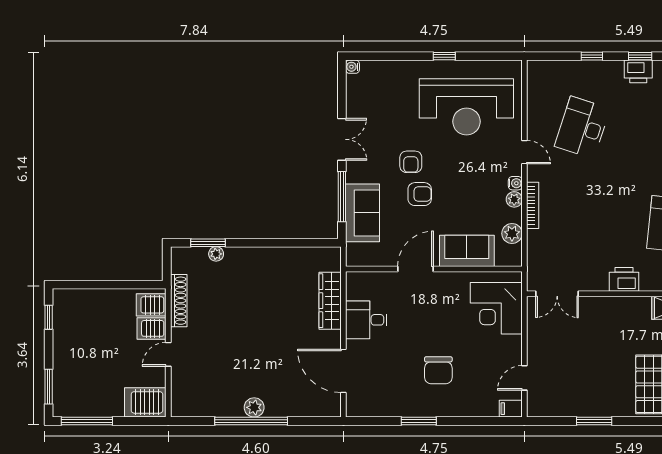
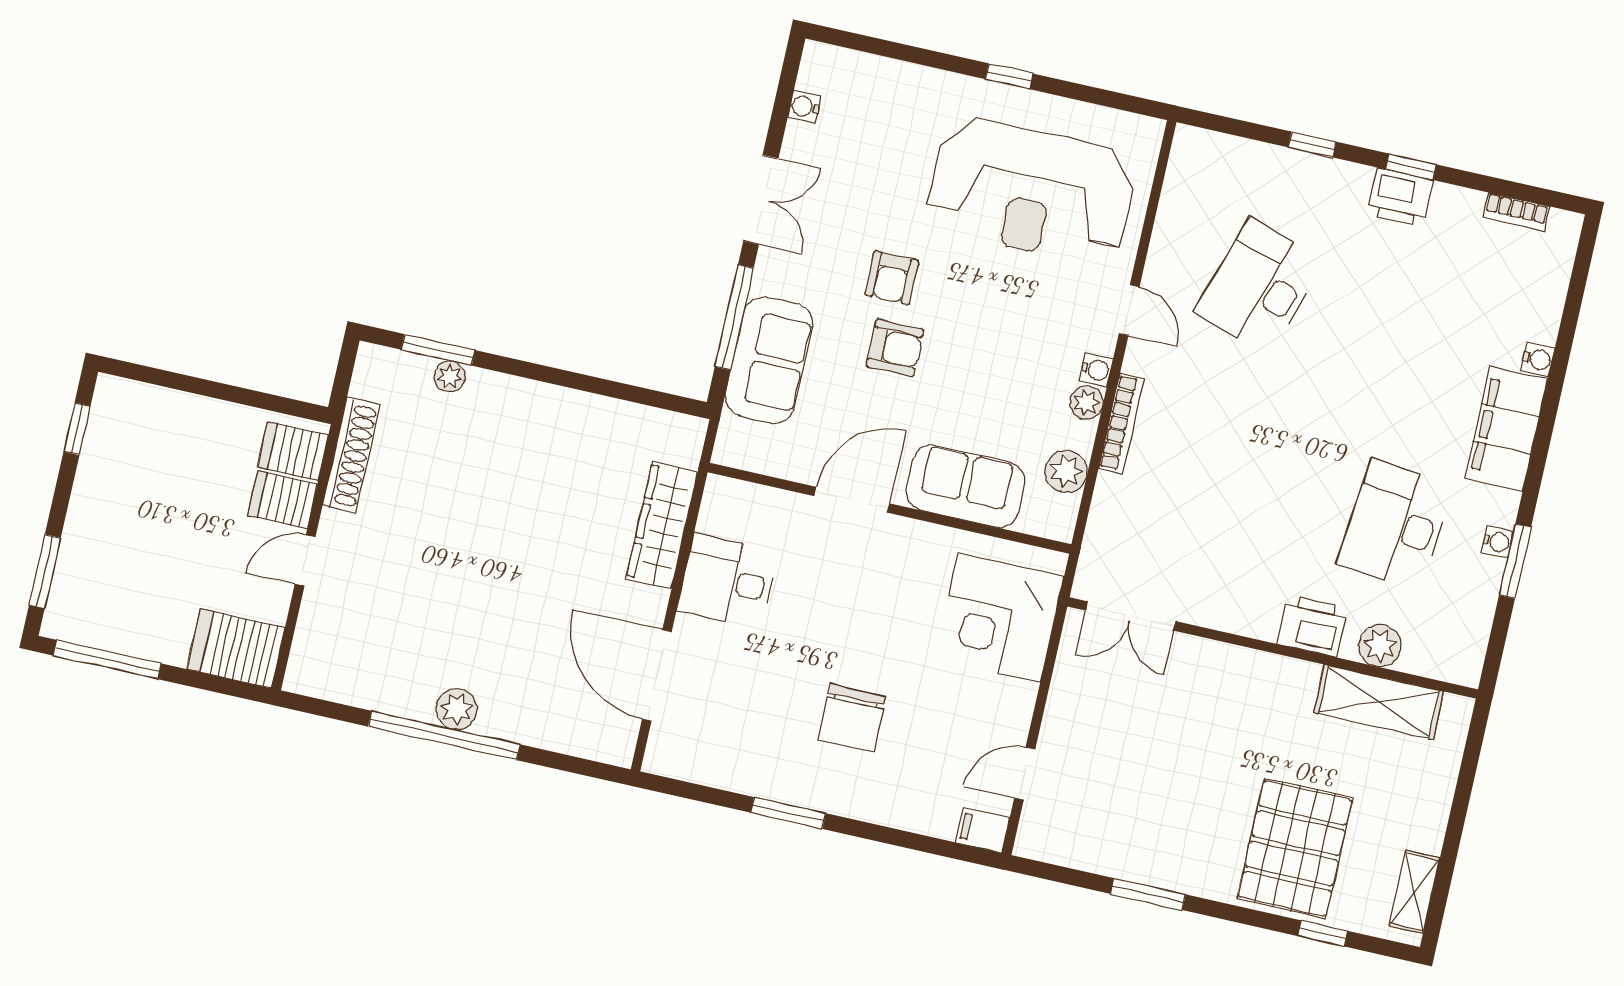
water cooler: (353, 67) -> (805, 107), moved
printer: (624, 279) -> (1312, 626), moved

